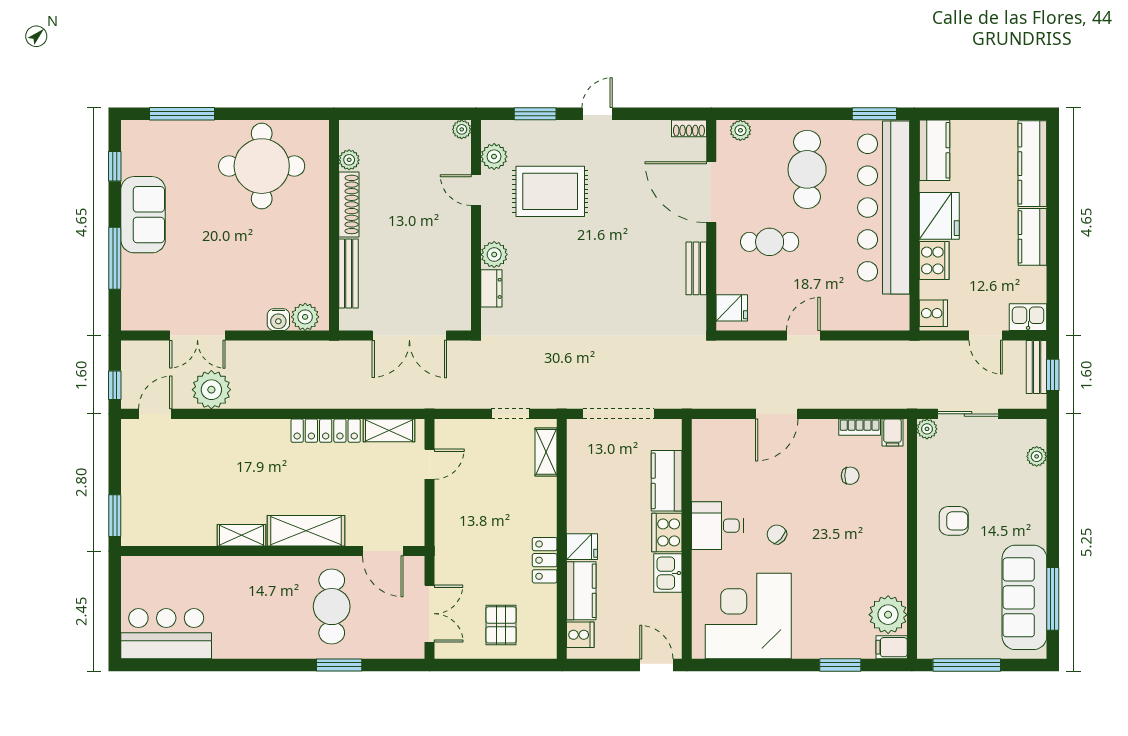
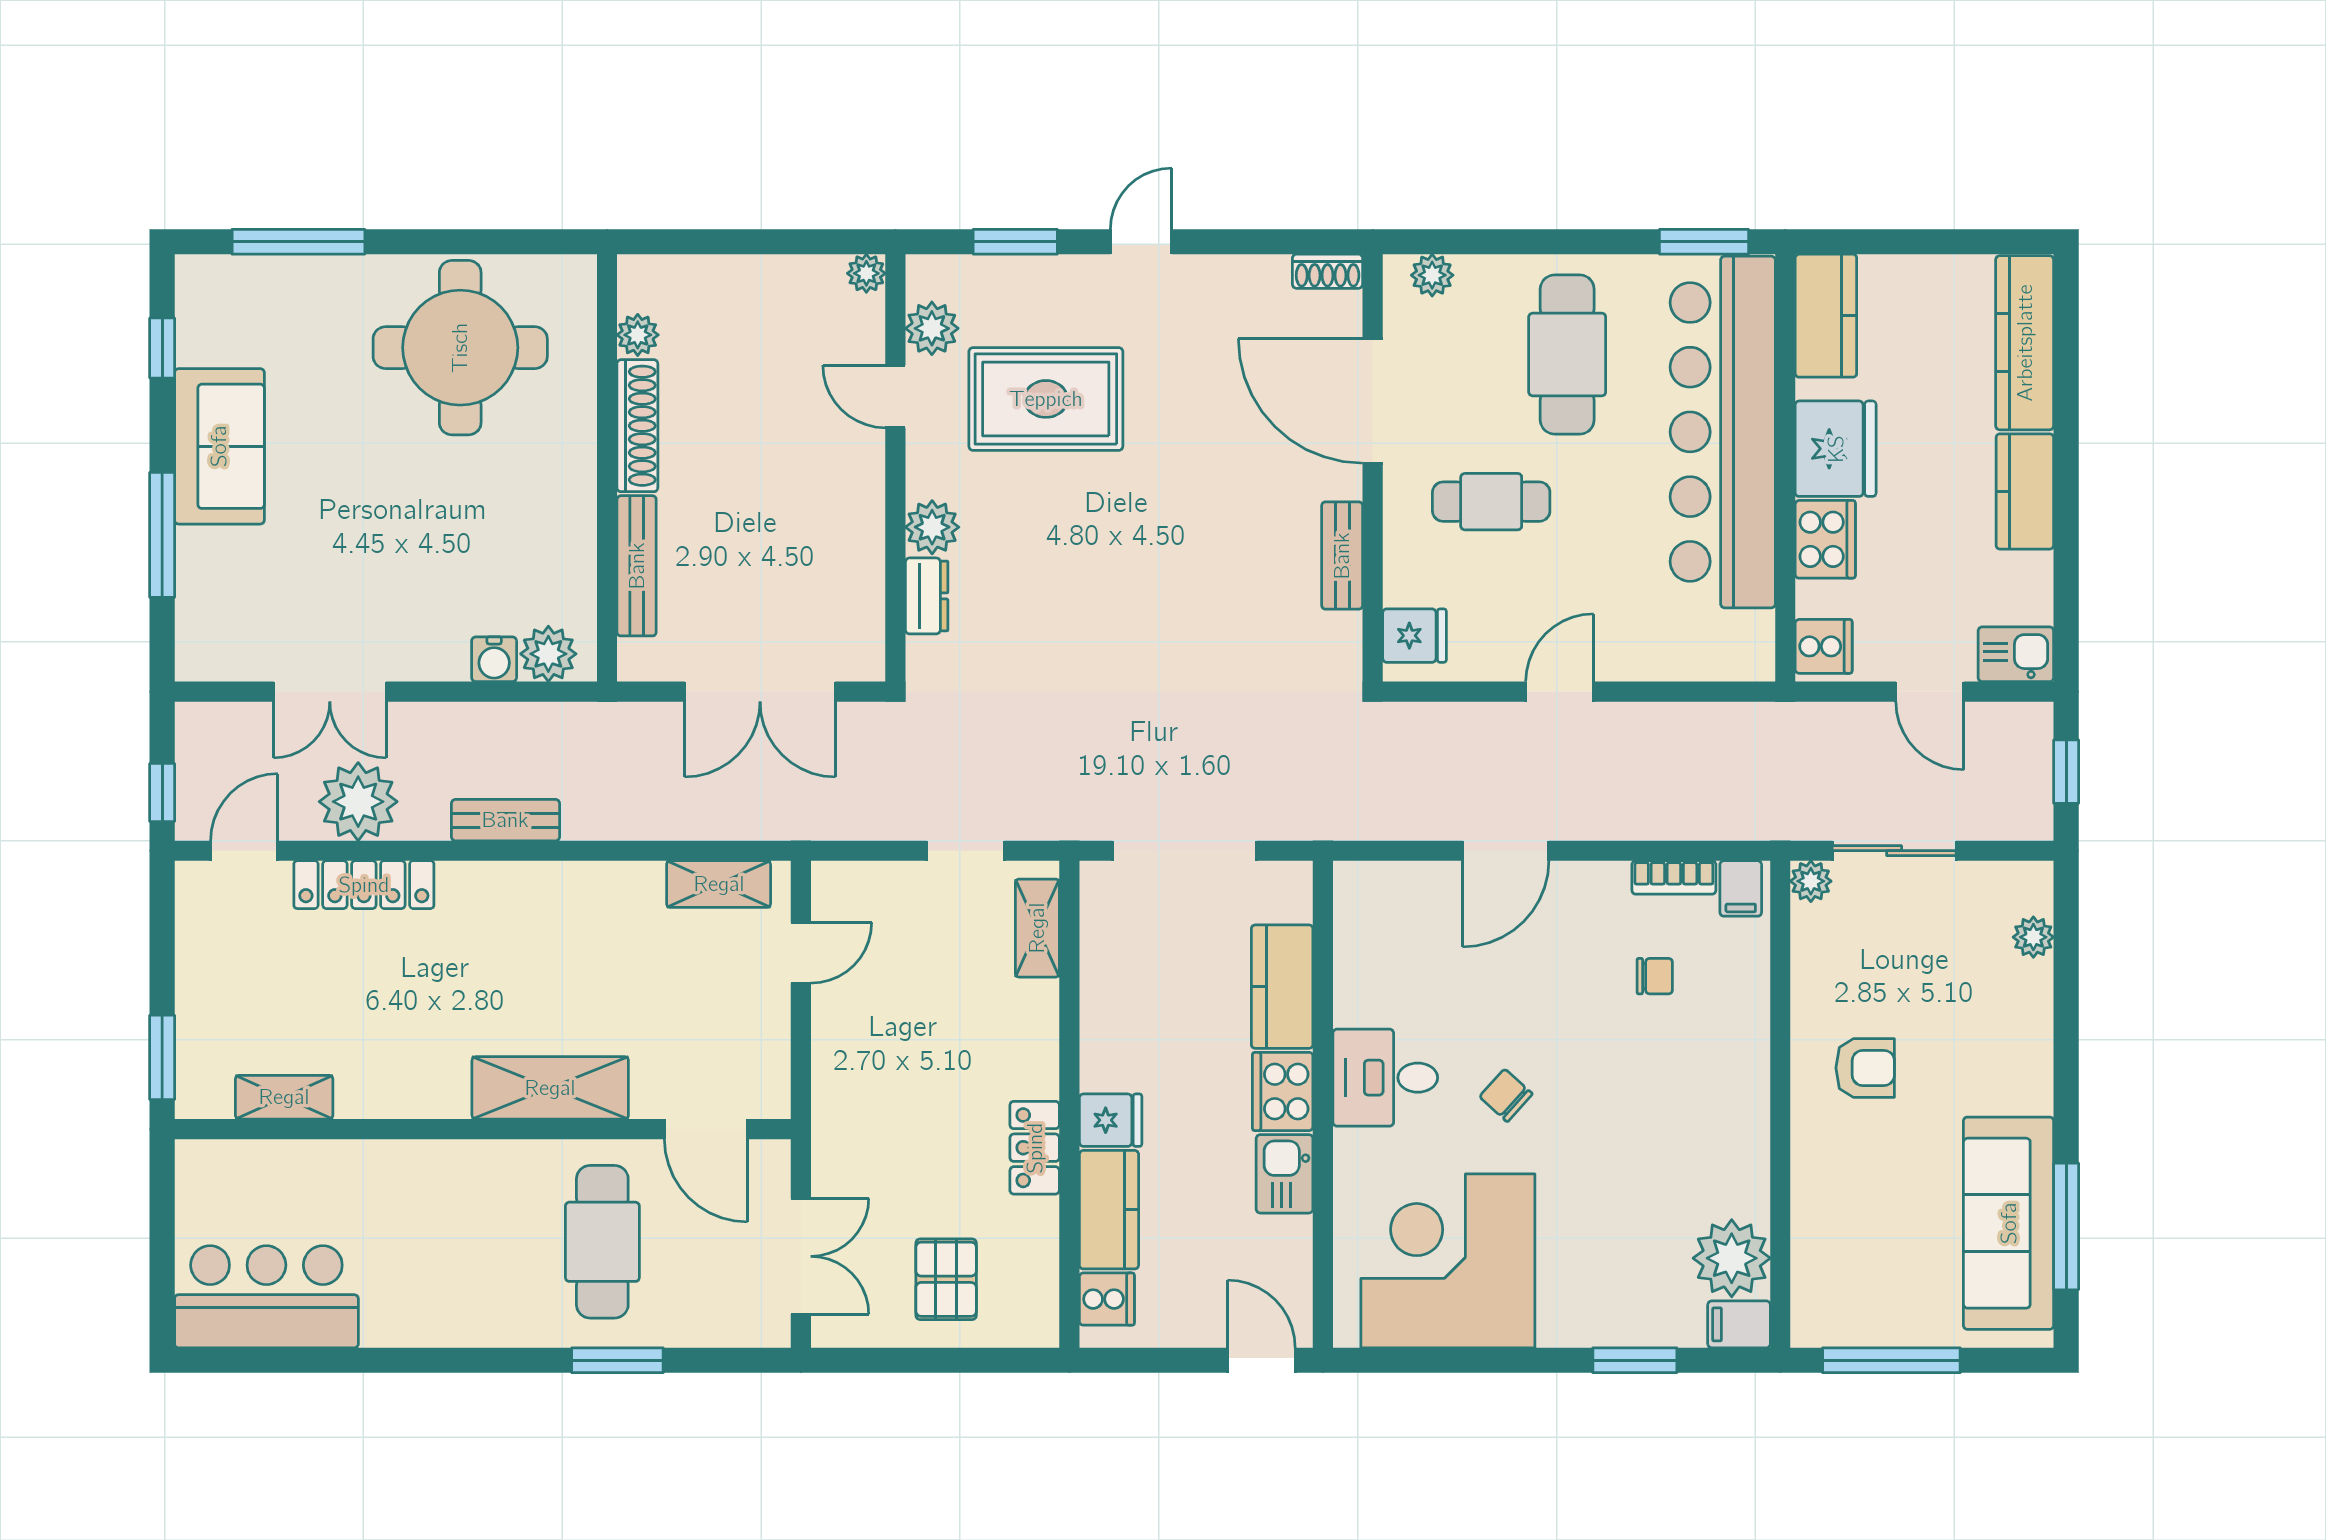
bench: (1036, 367) -> (505, 820), moved, turned 90
locker: (326, 431) -> (364, 885), moved
shelving: (241, 535) -> (284, 1097), moved

